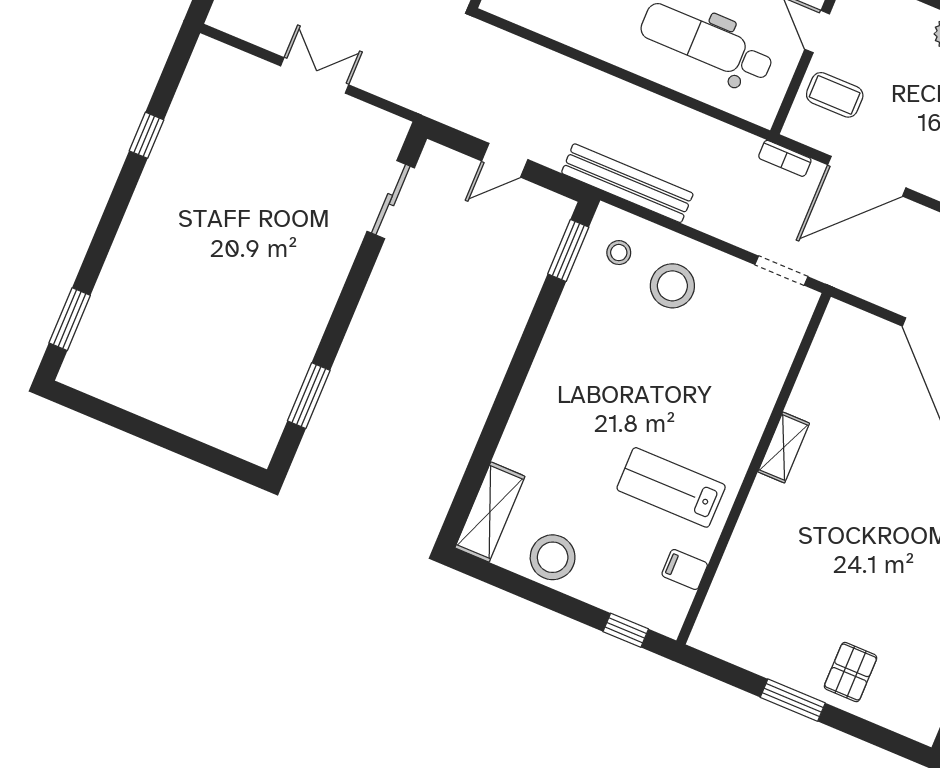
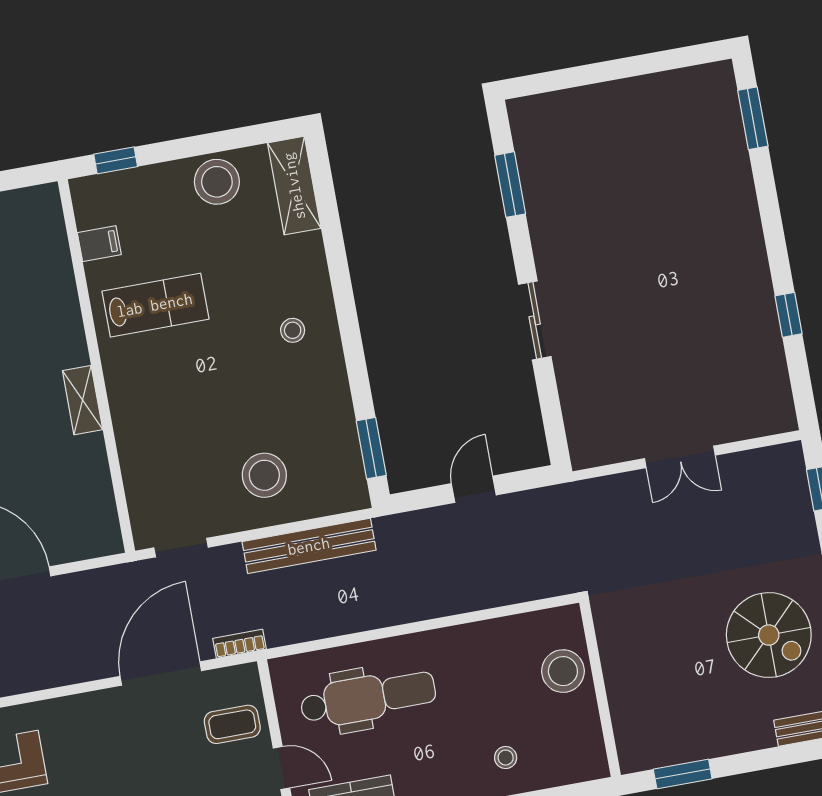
bench: (627, 183) -> (309, 546), moved
sliding door: (391, 200) -> (535, 320), moved
stool: (619, 253) -> (293, 330), moved

